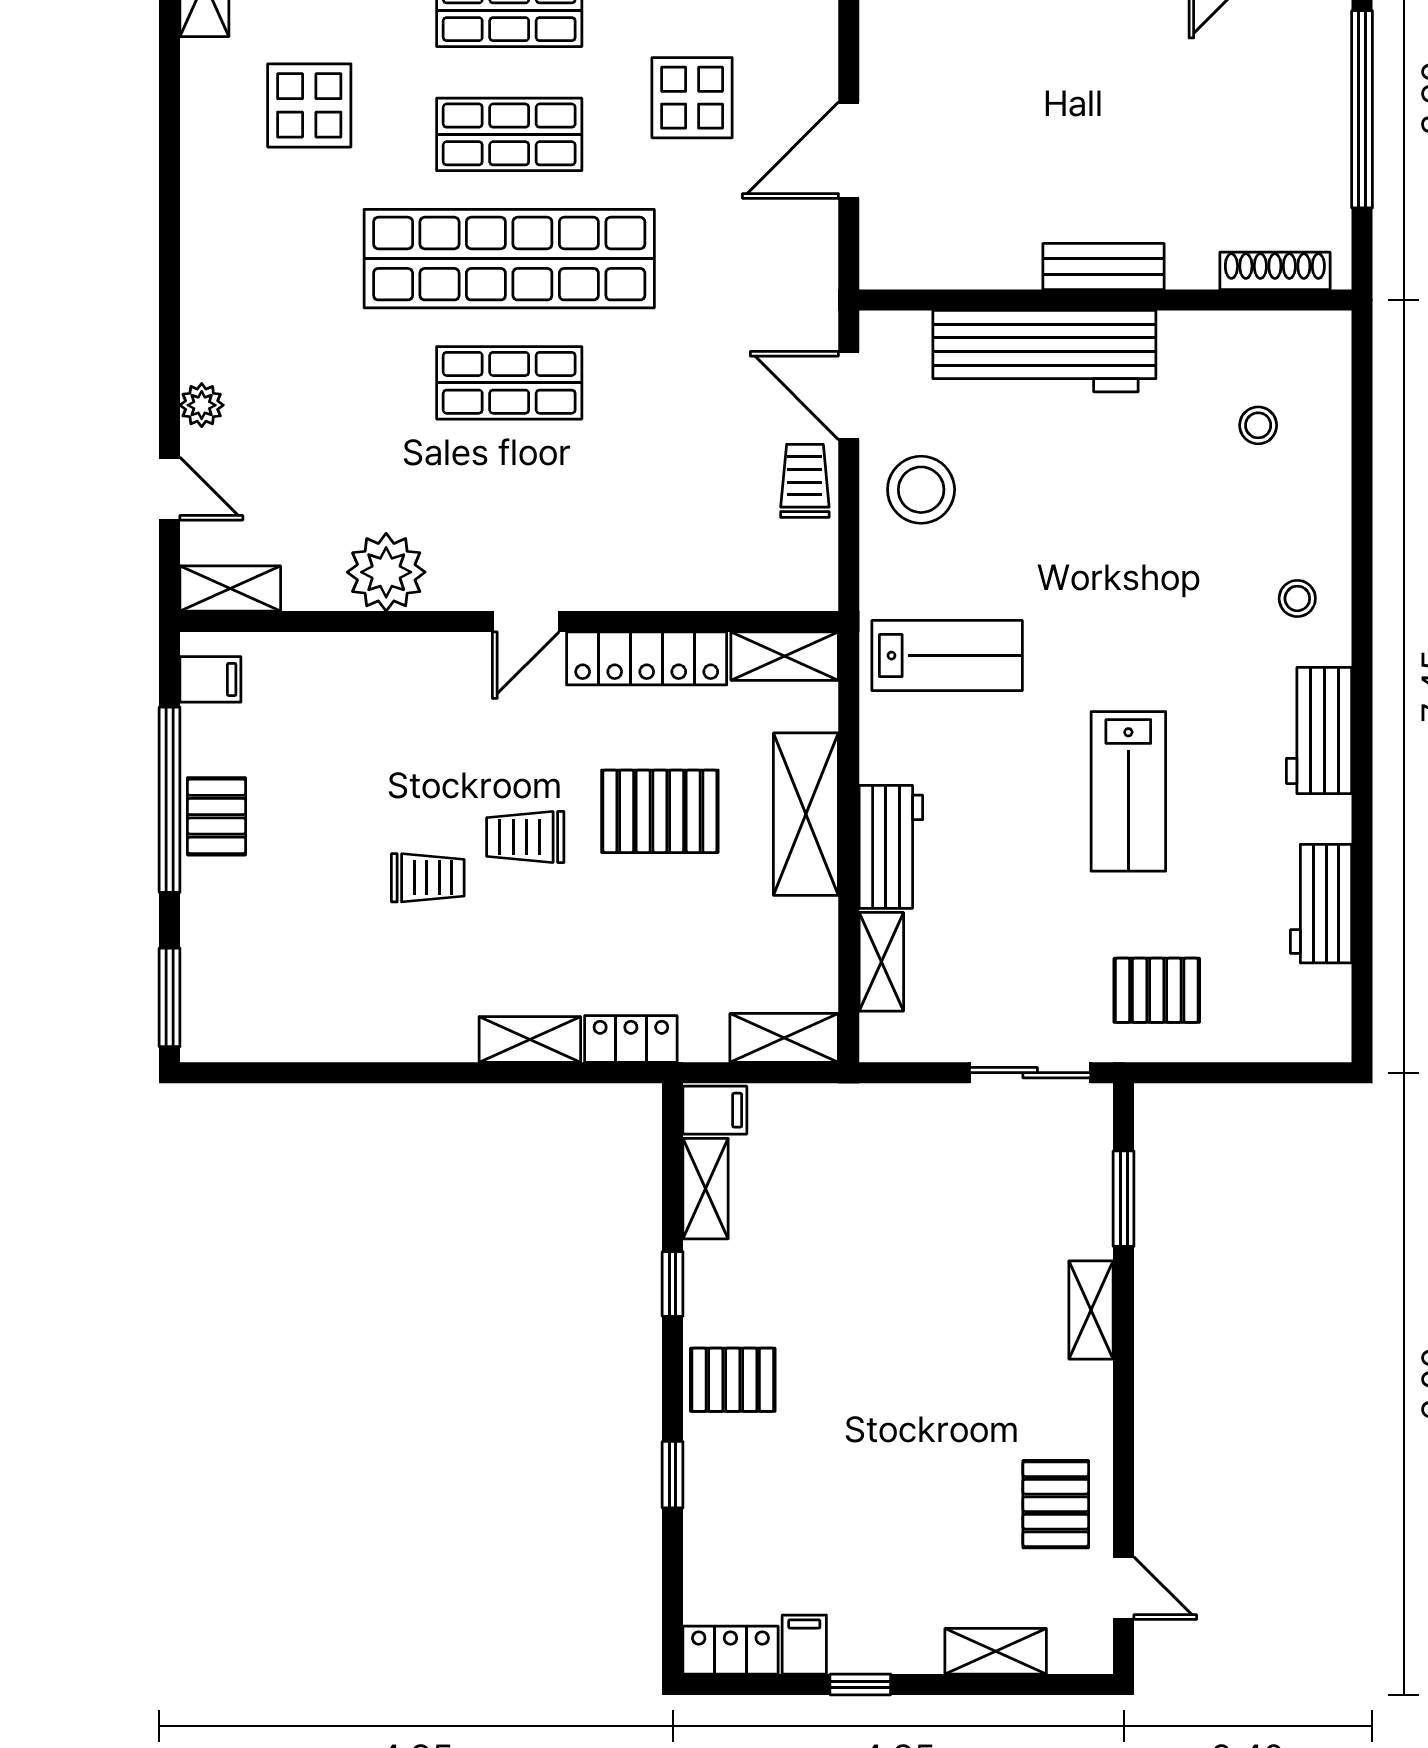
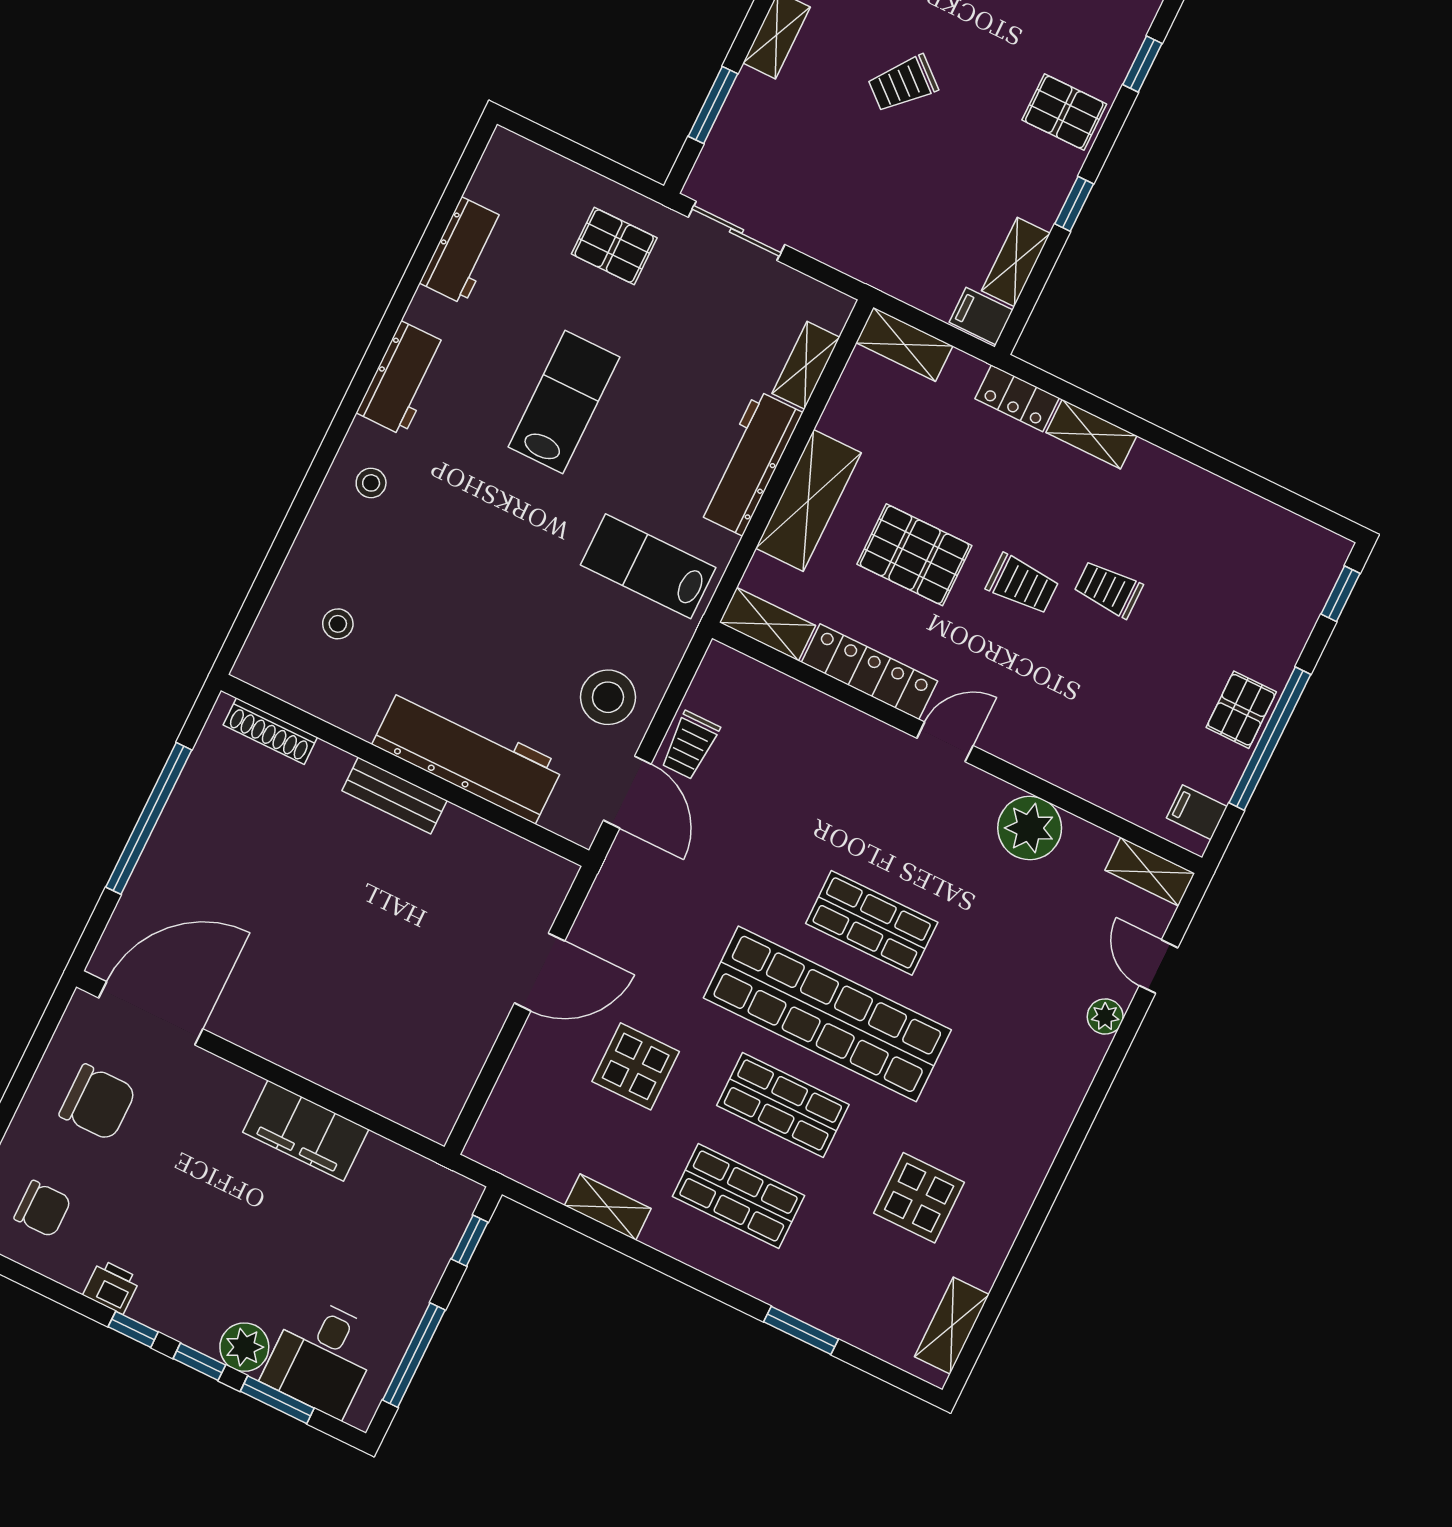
workbench: (891, 847) -> (750, 463), width x1.37
window: (170, 997) -> (1340, 594), width x0.67
trolley: (926, 1325) -> (903, 84), added

